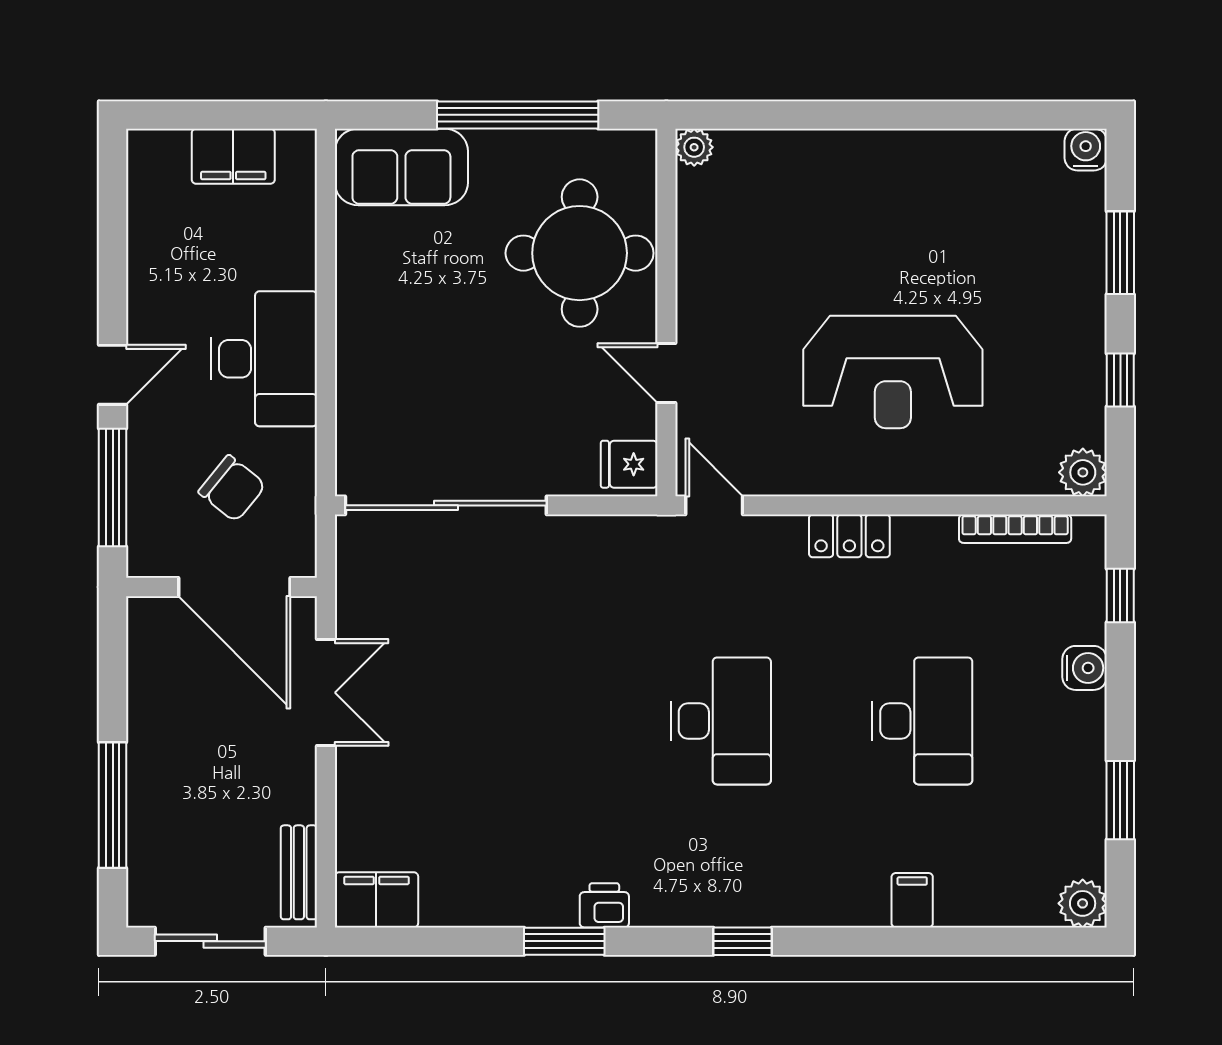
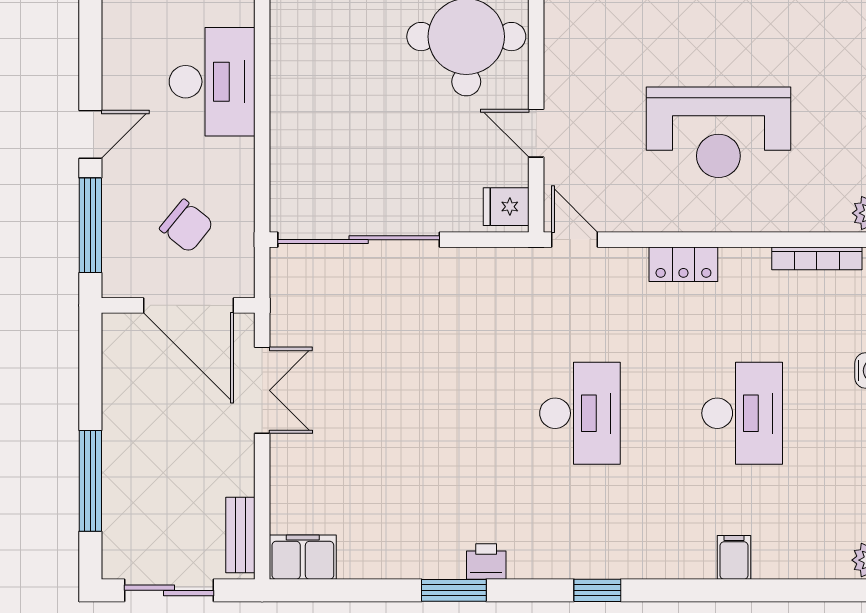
desk: (264, 359) -> (212, 82), moved

